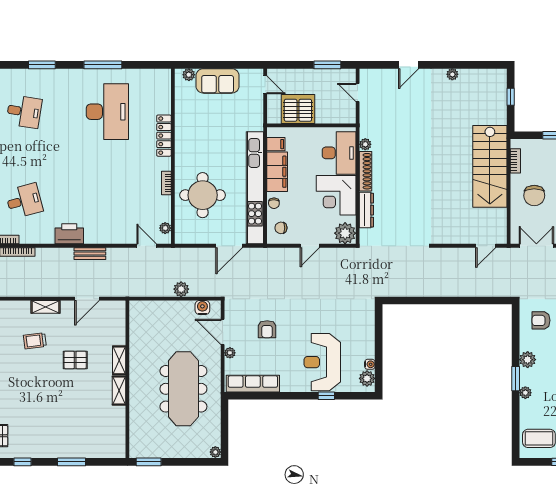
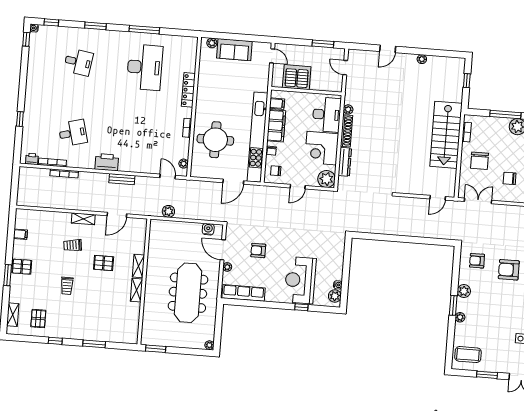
plant: (181, 289) -> (168, 211), moved
armchair: (267, 329) -> (258, 250), turned 90
trolley: (32, 392) -> (67, 286), added

